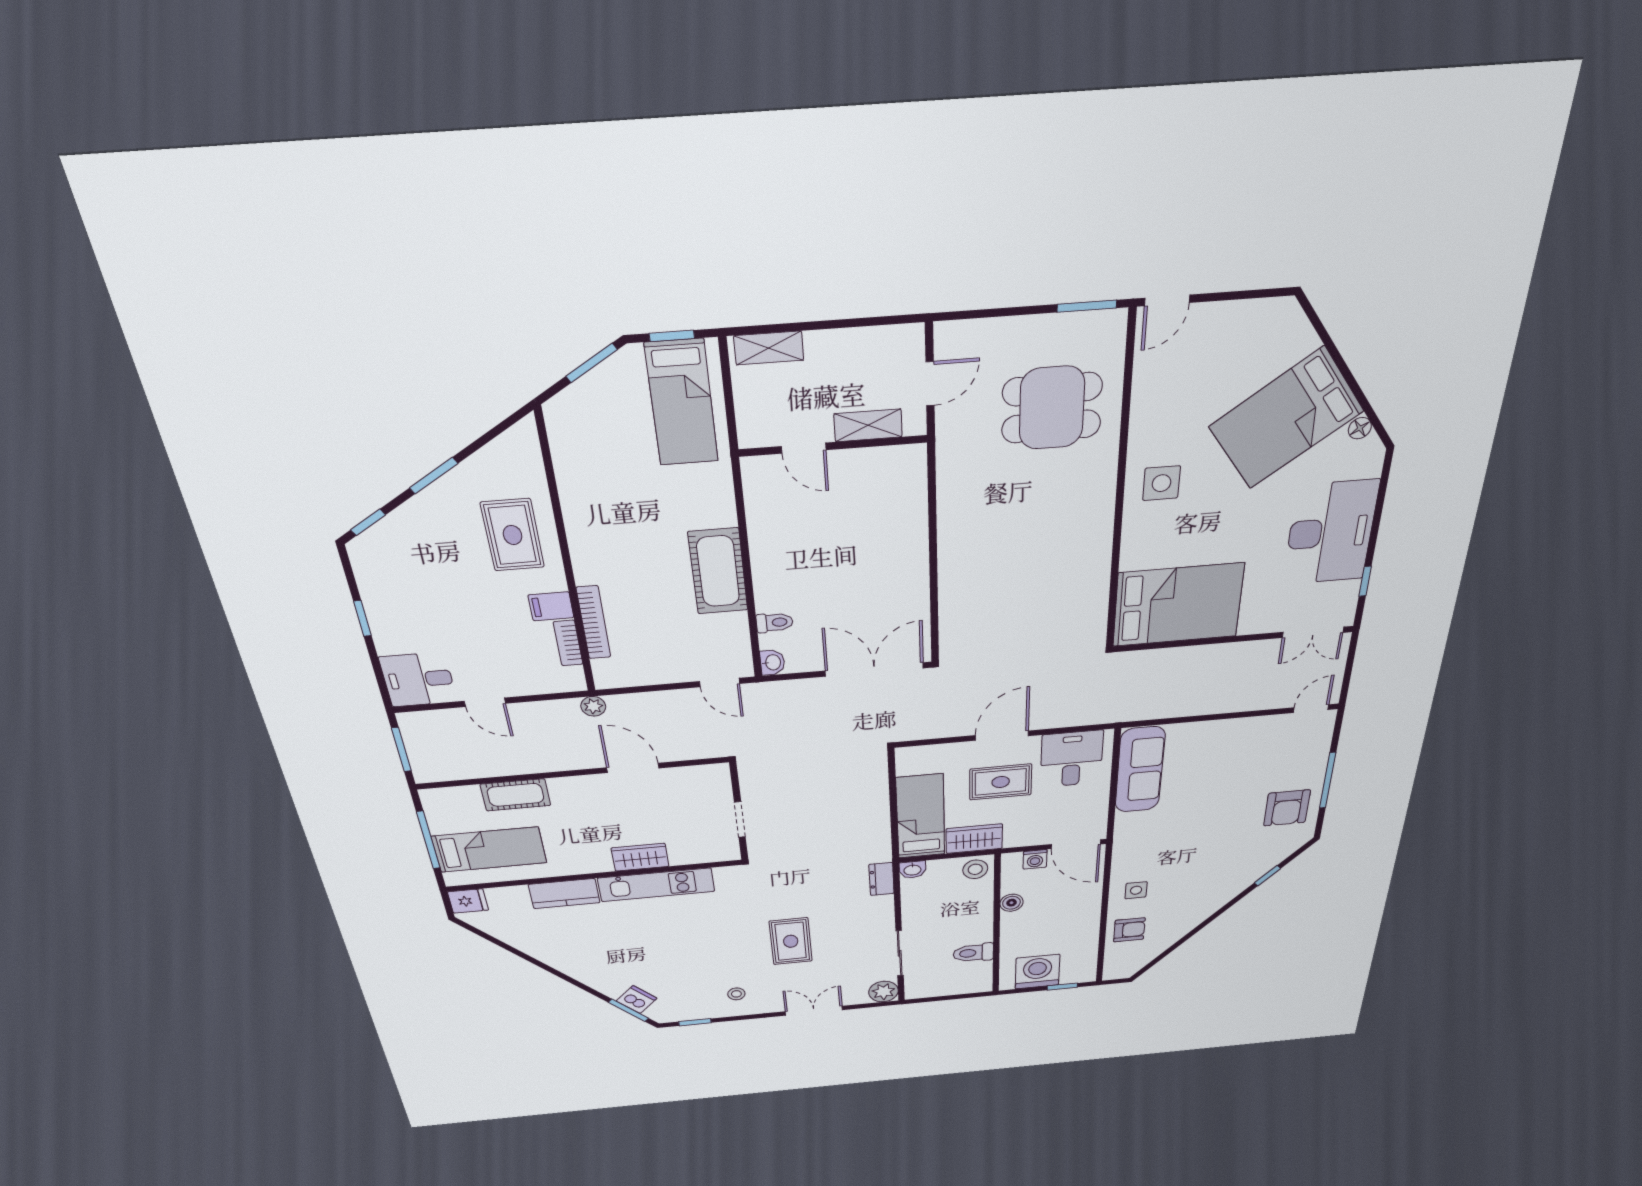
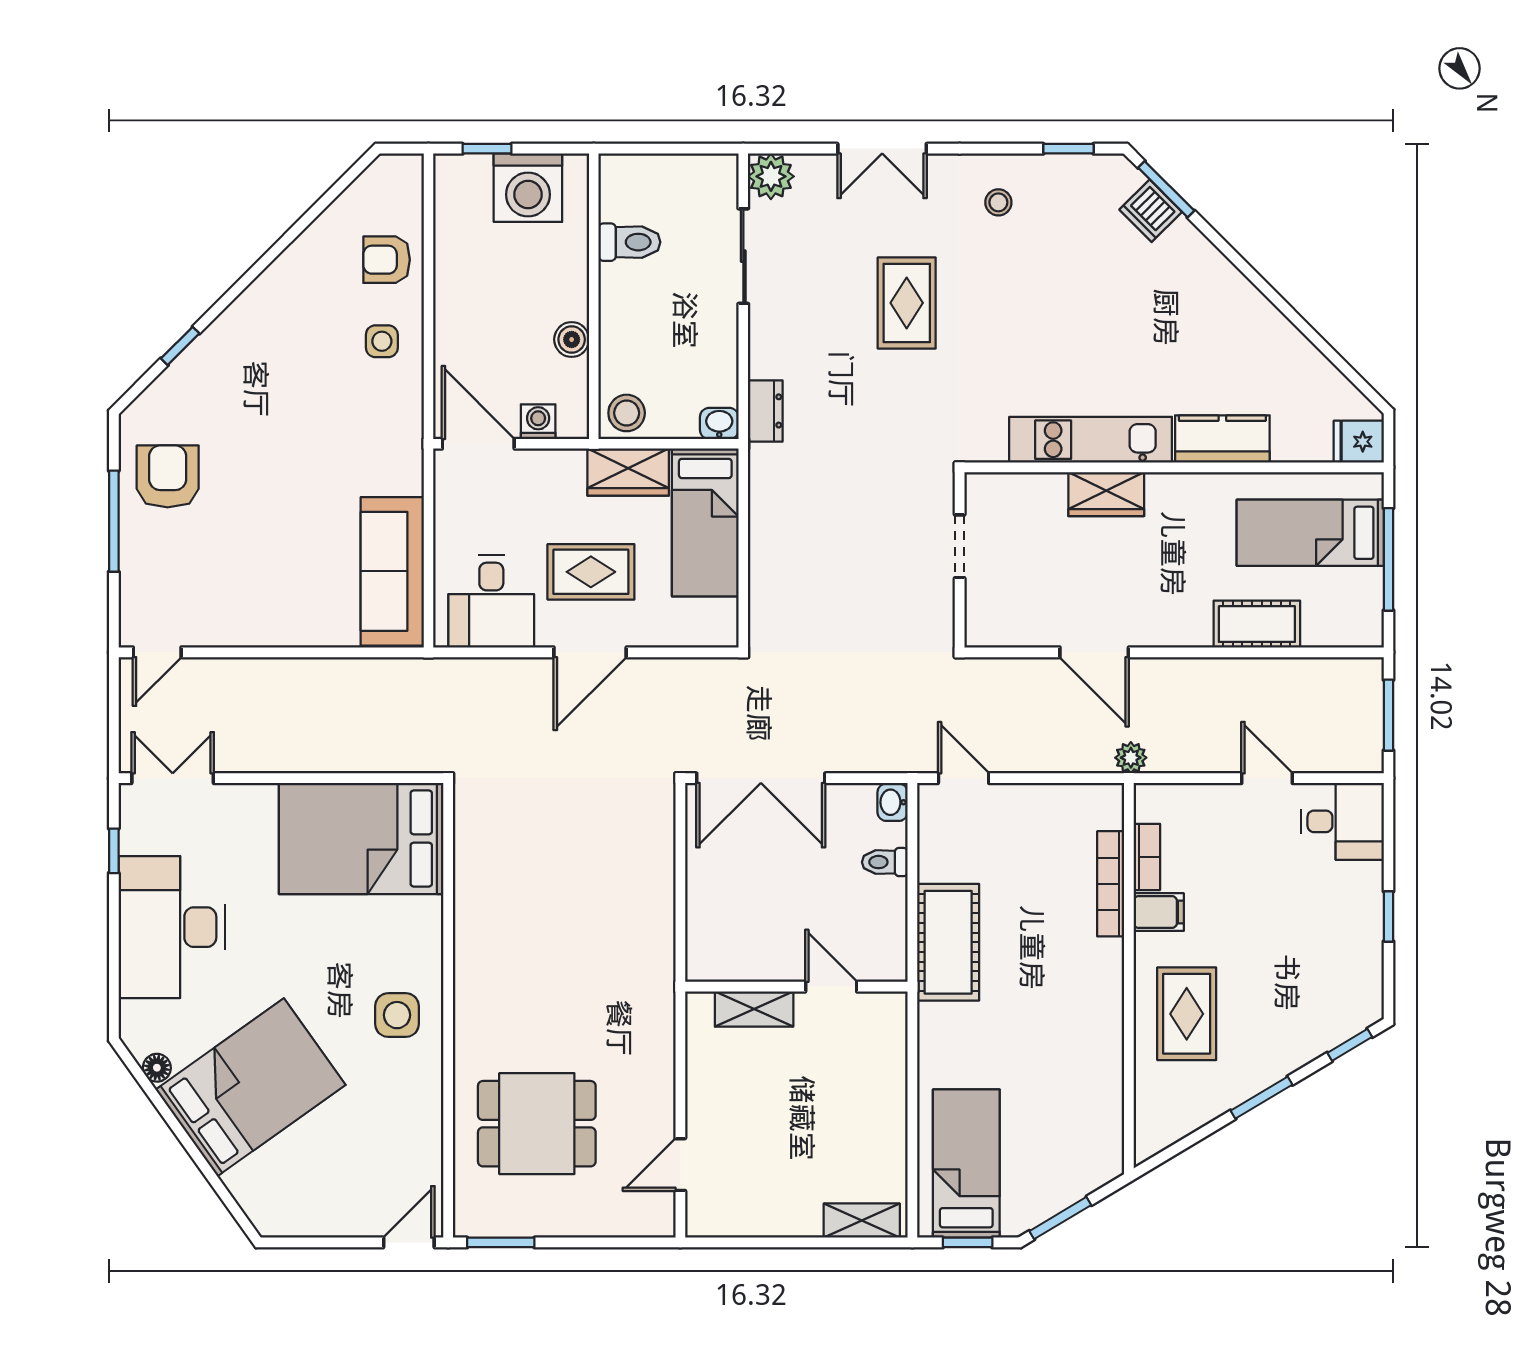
shelving: (868, 425) -> (754, 1009), moved
wall: (833, 446) -> (796, 987), moved
door: (804, 448) -> (831, 987), moved

